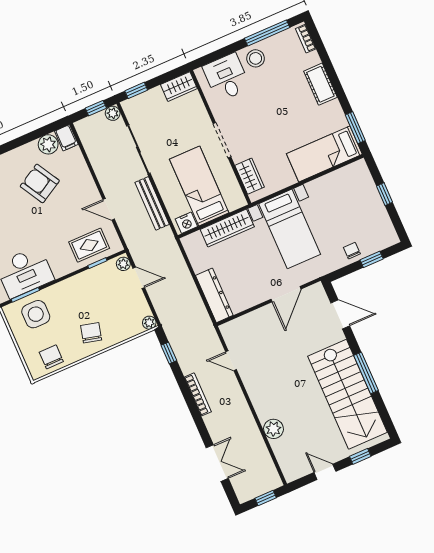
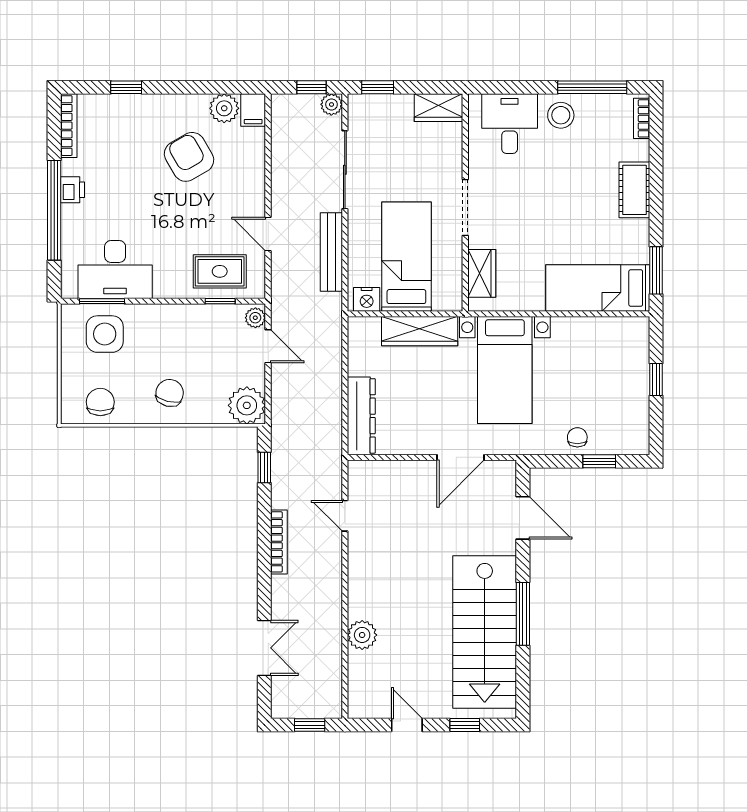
plant: (149, 323) -> (247, 405), width x1.88, depth x1.88

